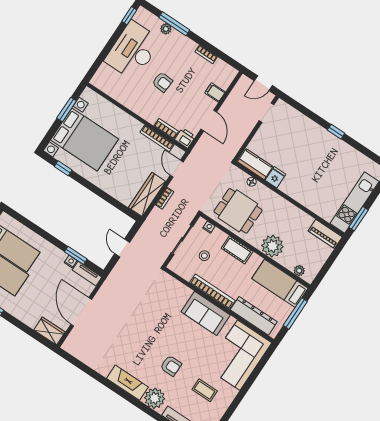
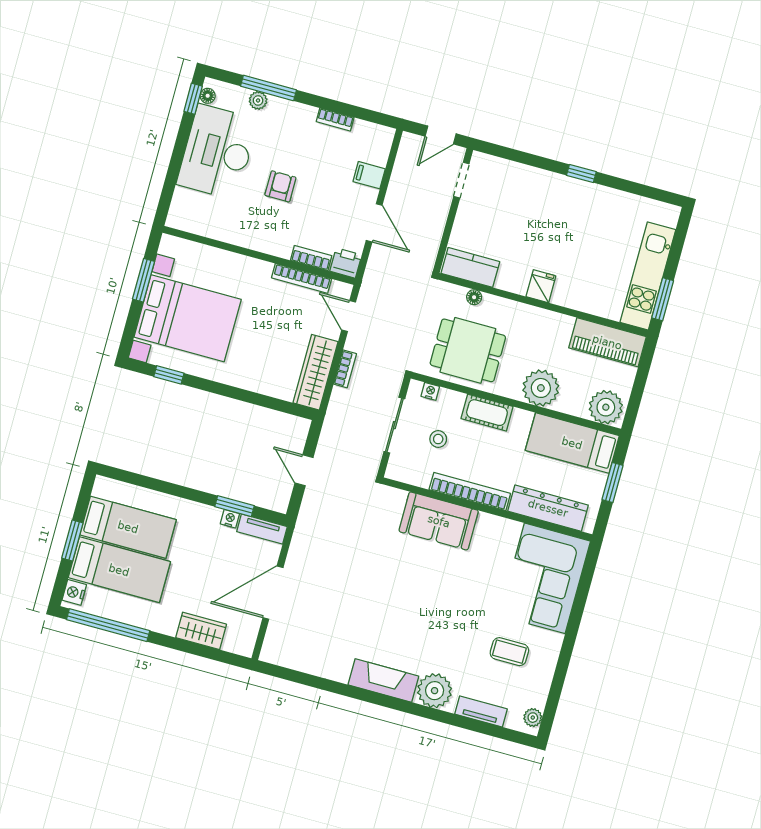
floor lamp: (138, 17) -> (208, 96), added
armchair: (162, 82) -> (280, 186), turned -94
fridge: (275, 177) -> (541, 286), moved
piano: (325, 234) -> (607, 342), width x1.37, depth x1.33
plant: (299, 271) -> (606, 407), width x1.88, depth x1.88
door: (81, 312) -> (273, 593), hinge flipped
sofa: (206, 313) -> (439, 521), moved
window: (295, 313) -> (613, 482), width x0.69
wardrobe: (49, 331) -> (201, 631), moved
armchair: (171, 366) -> (443, 631), removed

